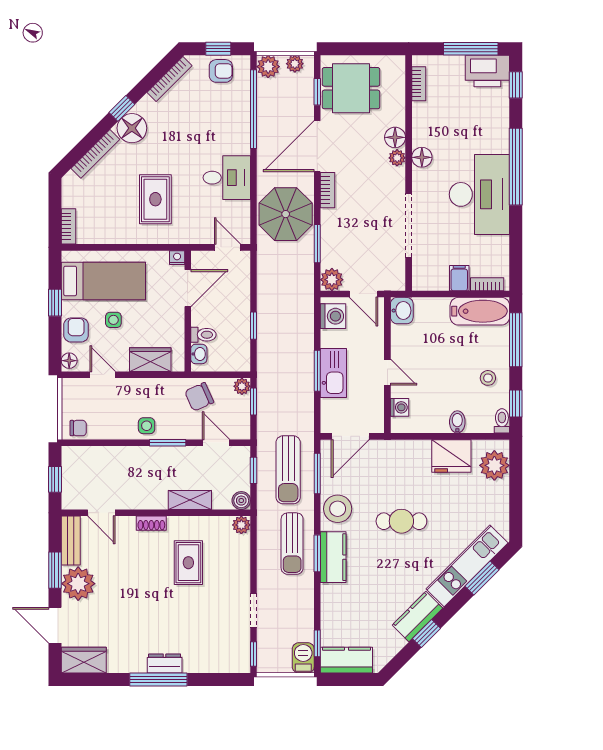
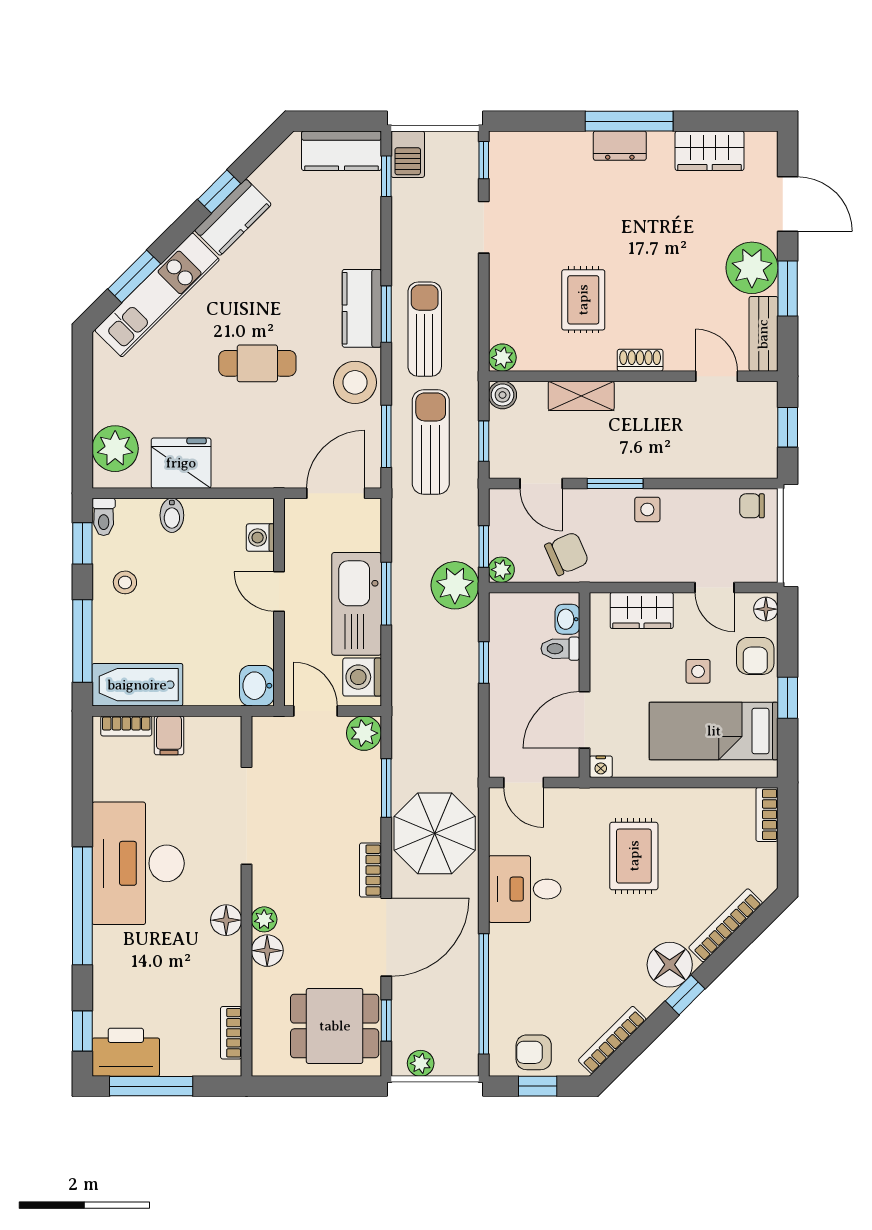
plant: (268, 67) -> (455, 585), moved, width x1.36, depth x1.36
kitchen sink: (333, 373) -> (357, 604), width x1.36, depth x1.24
wardrobe: (84, 660) -> (710, 151), moved

